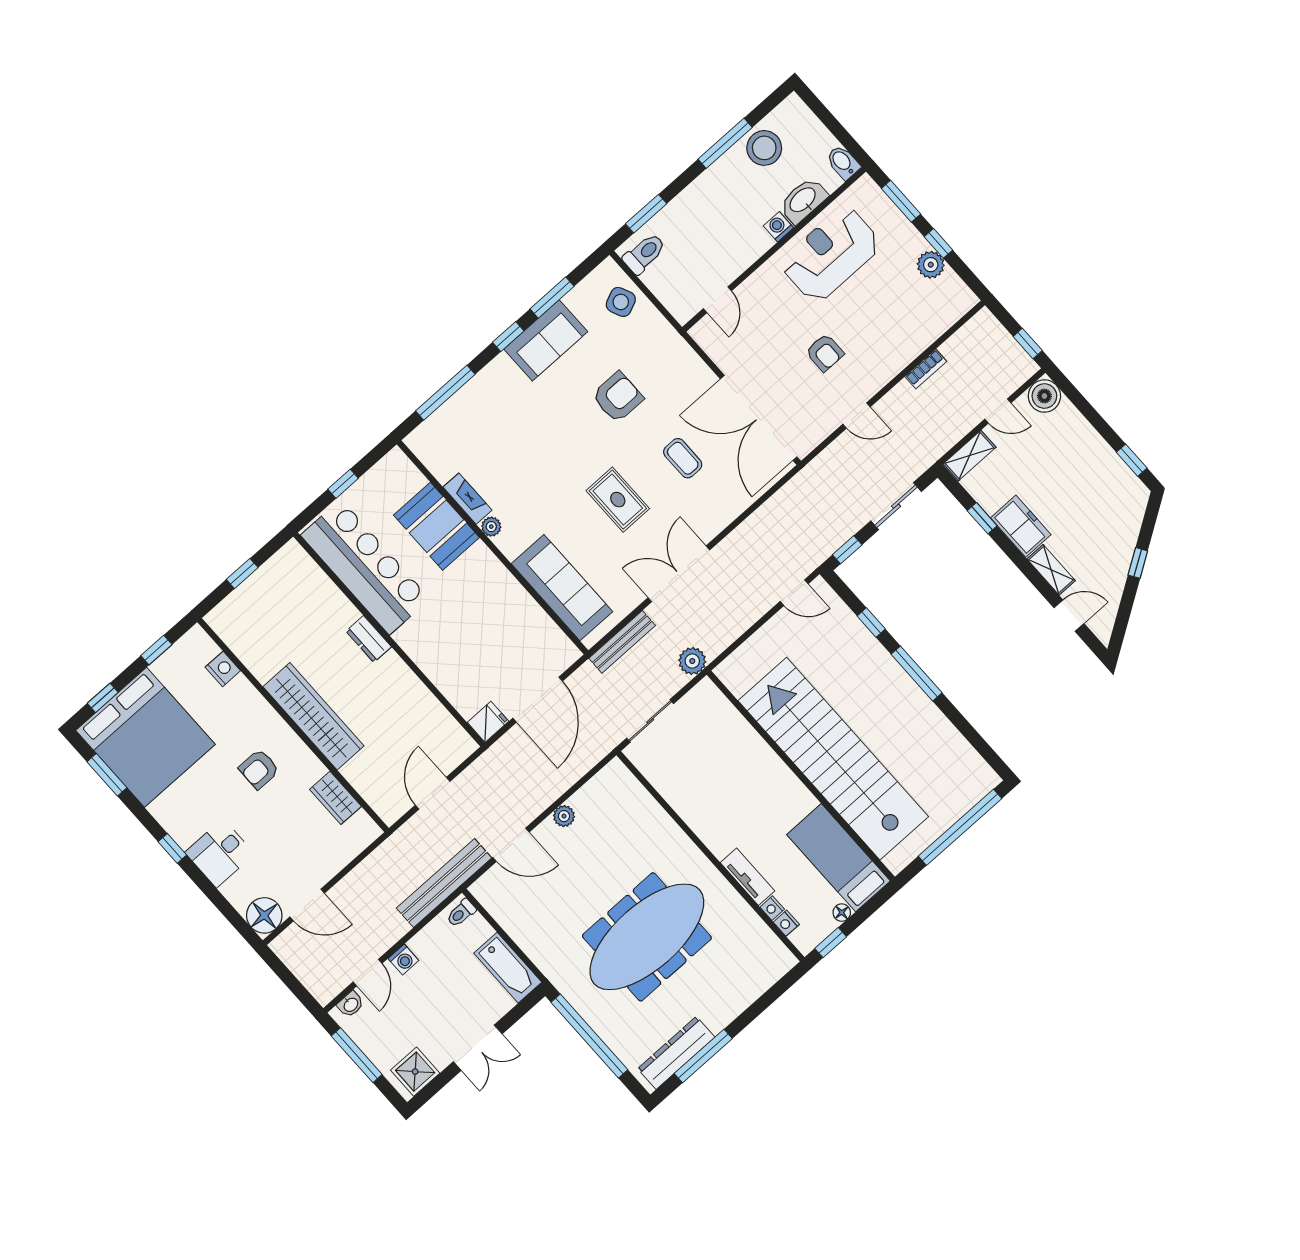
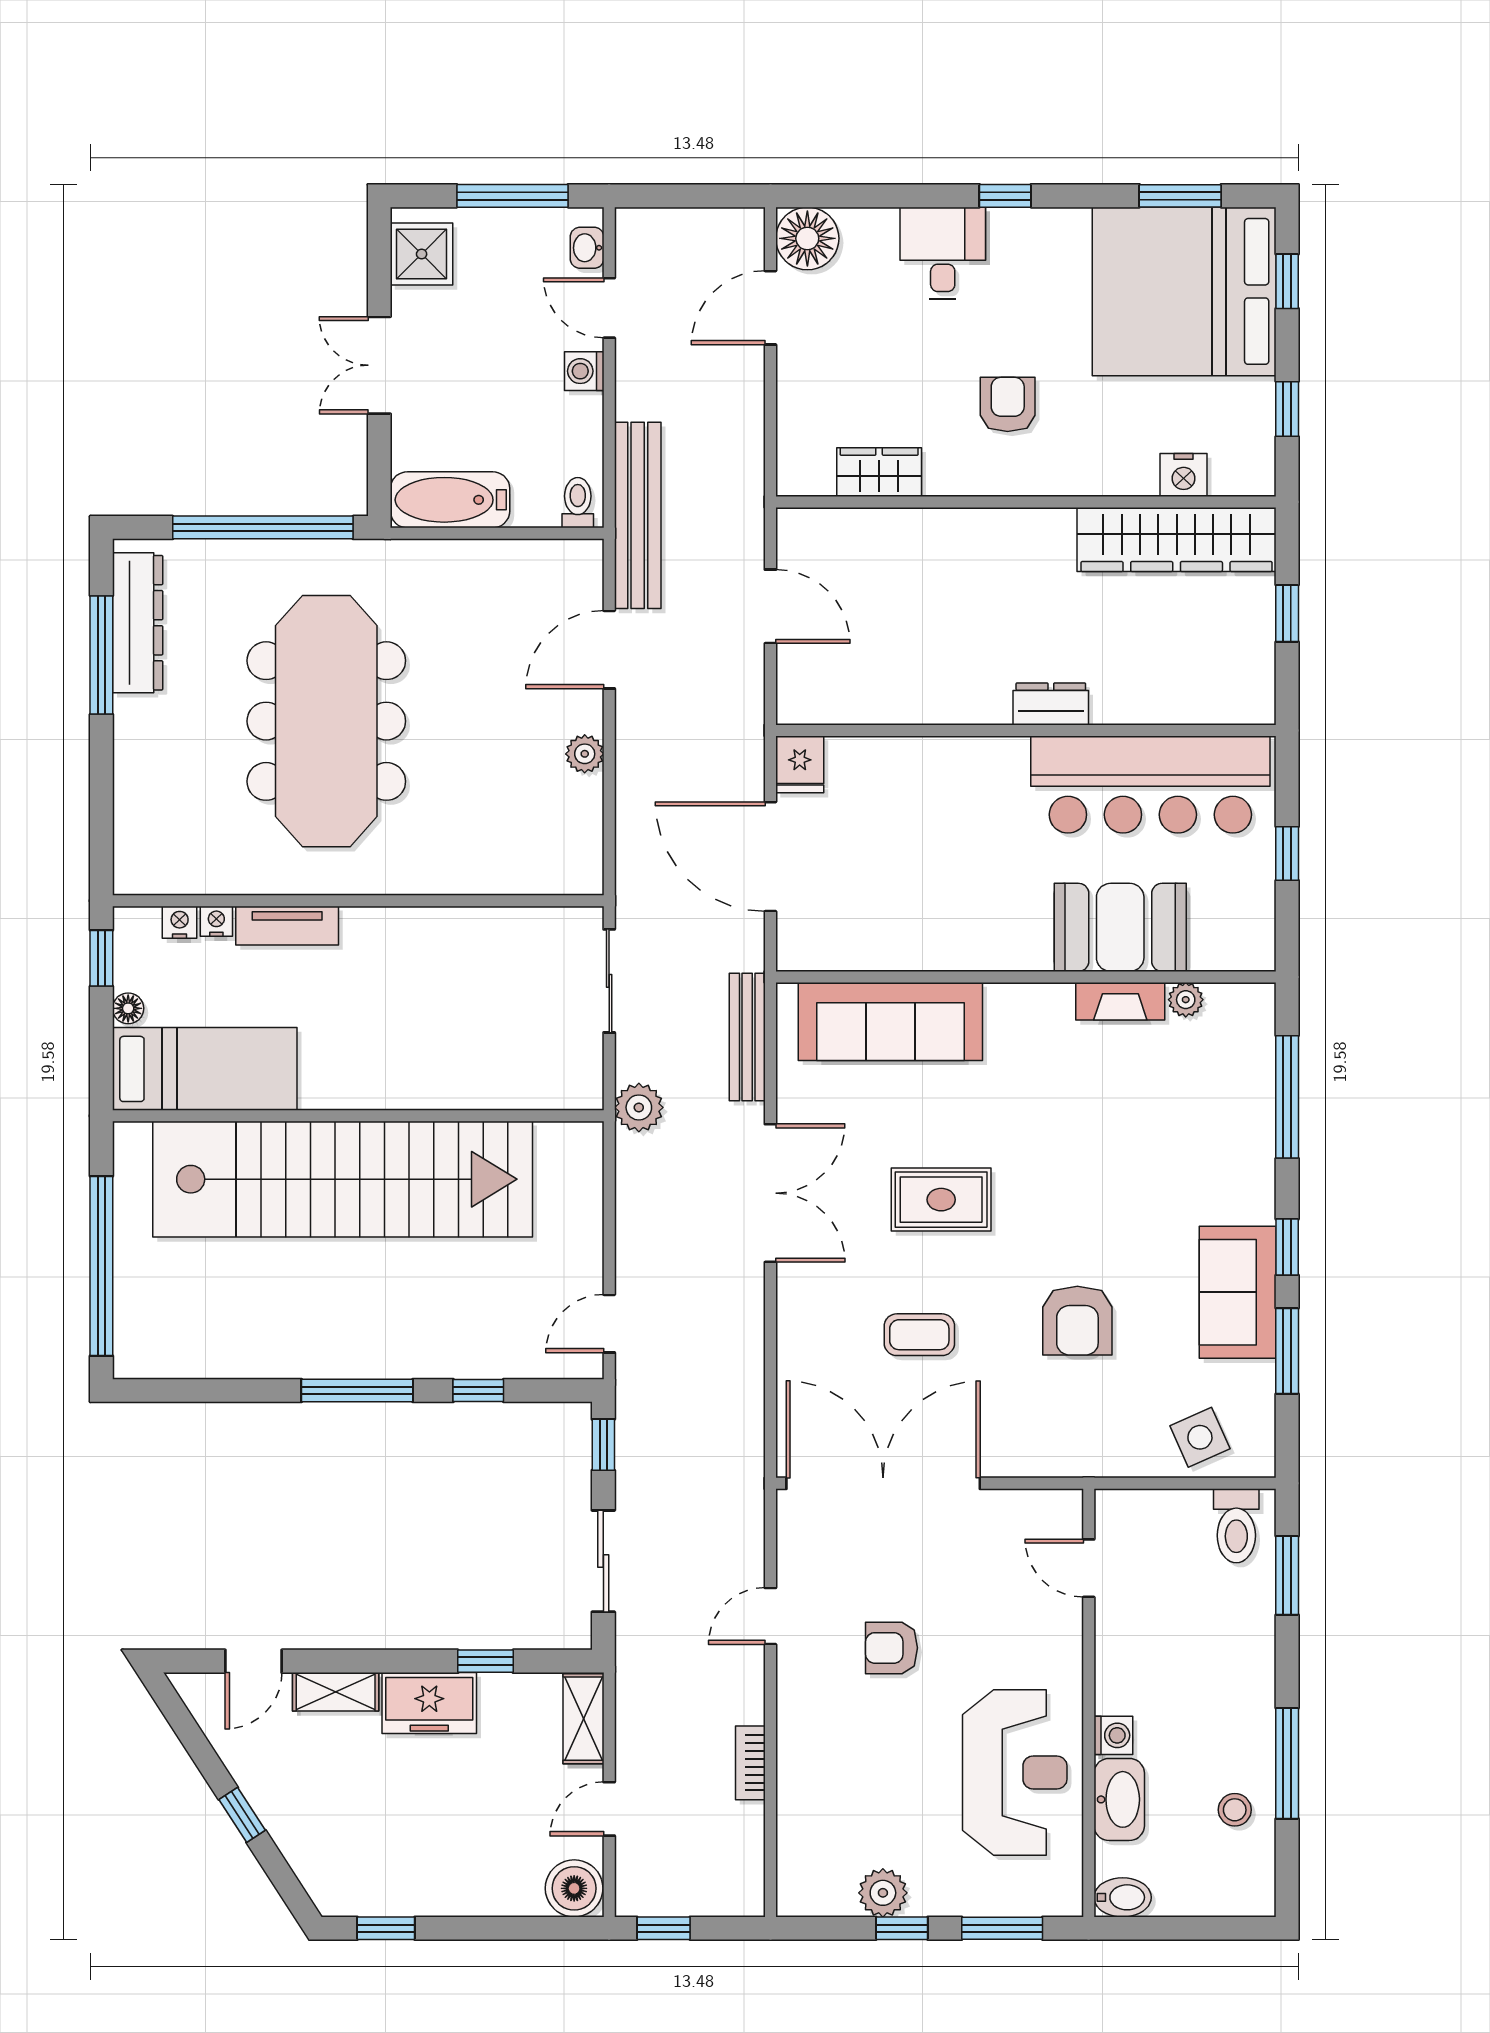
stool: (764, 148) -> (1235, 1810), width x0.53, depth x0.53
plant: (491, 527) -> (1186, 1000), moved
wardrobe: (314, 716) -> (1177, 539), moved

